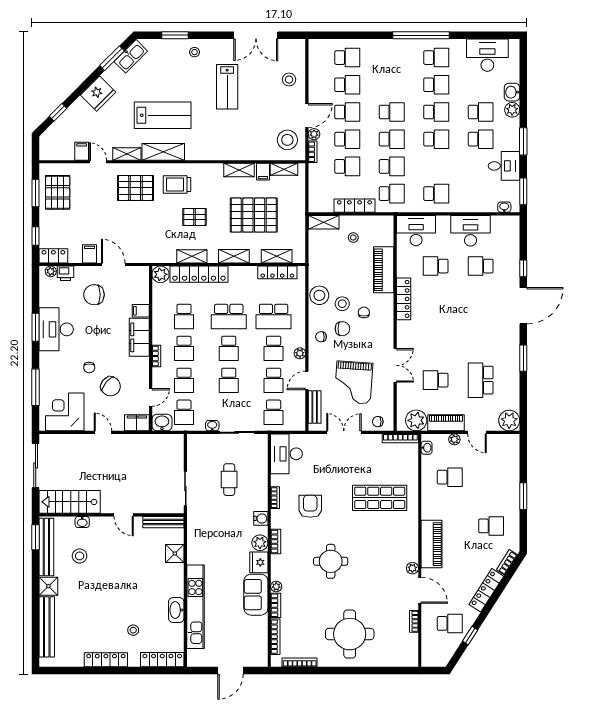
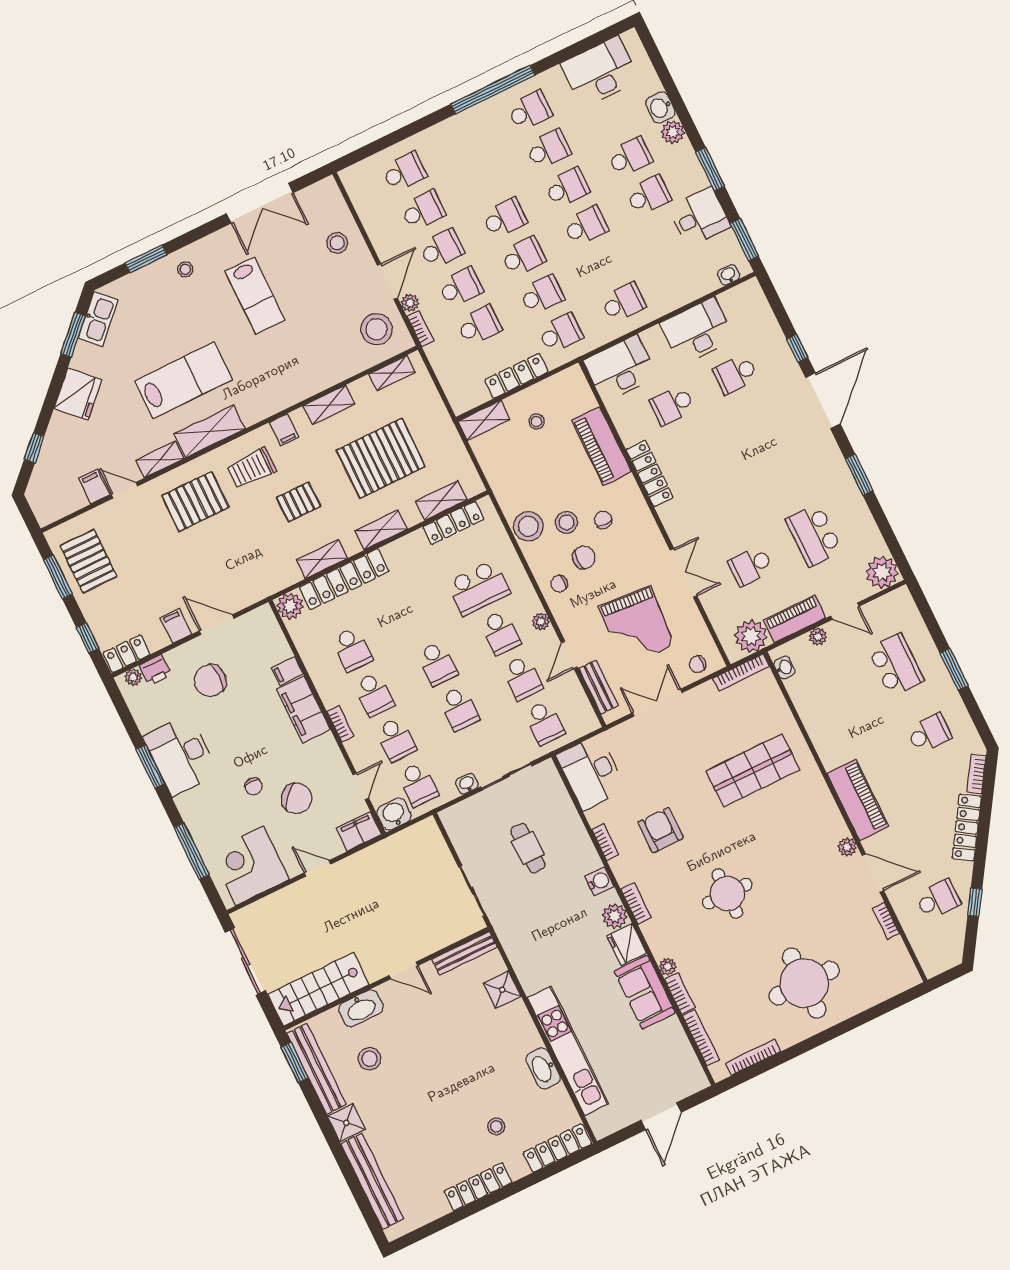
filing cabinet: (263, 172) -> (284, 430), moved
school desk: (229, 316) -> (415, 618), removed
school desk: (450, 477) -> (896, 665), moved, width x1.85
washbasin: (82, 522) -> (361, 1008), width x1.91, depth x1.45

